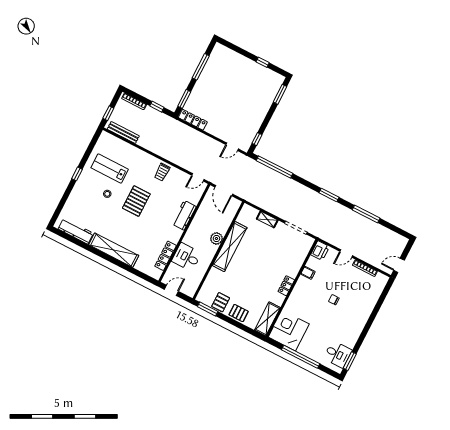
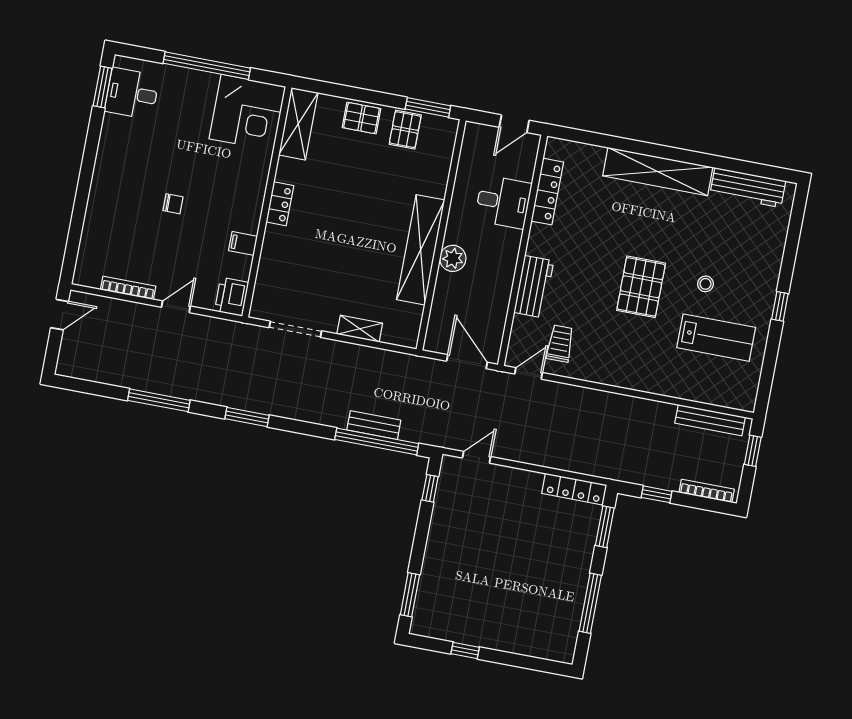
trolley: (162, 172) -> (560, 344), moved
bench: (274, 175) -> (374, 425), added

